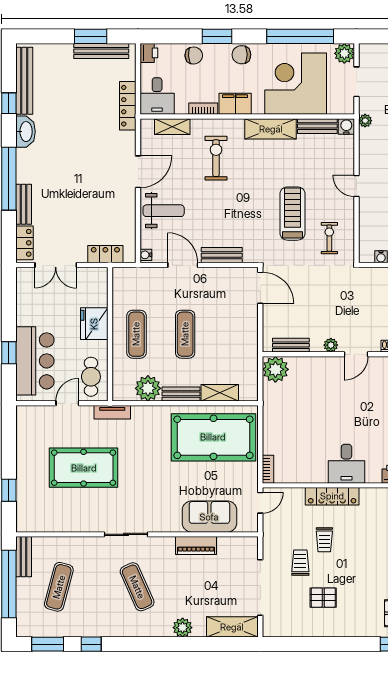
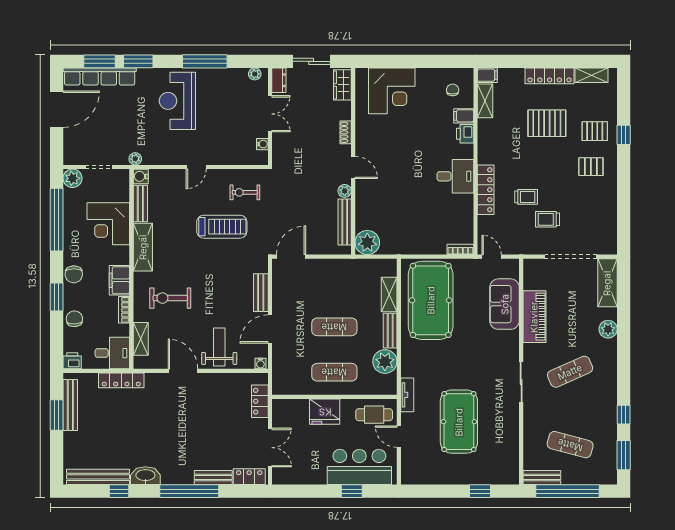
corner desk: (296, 84) -> (108, 224), width x0.74, depth x0.74
treadmill: (293, 214) -> (222, 227), turned 180
bench: (291, 345) -> (345, 222), width x1.36
piano: (196, 546) -> (534, 317), width x1.37, depth x1.33
pallet: (323, 598) -> (591, 167), moved, turned 90

